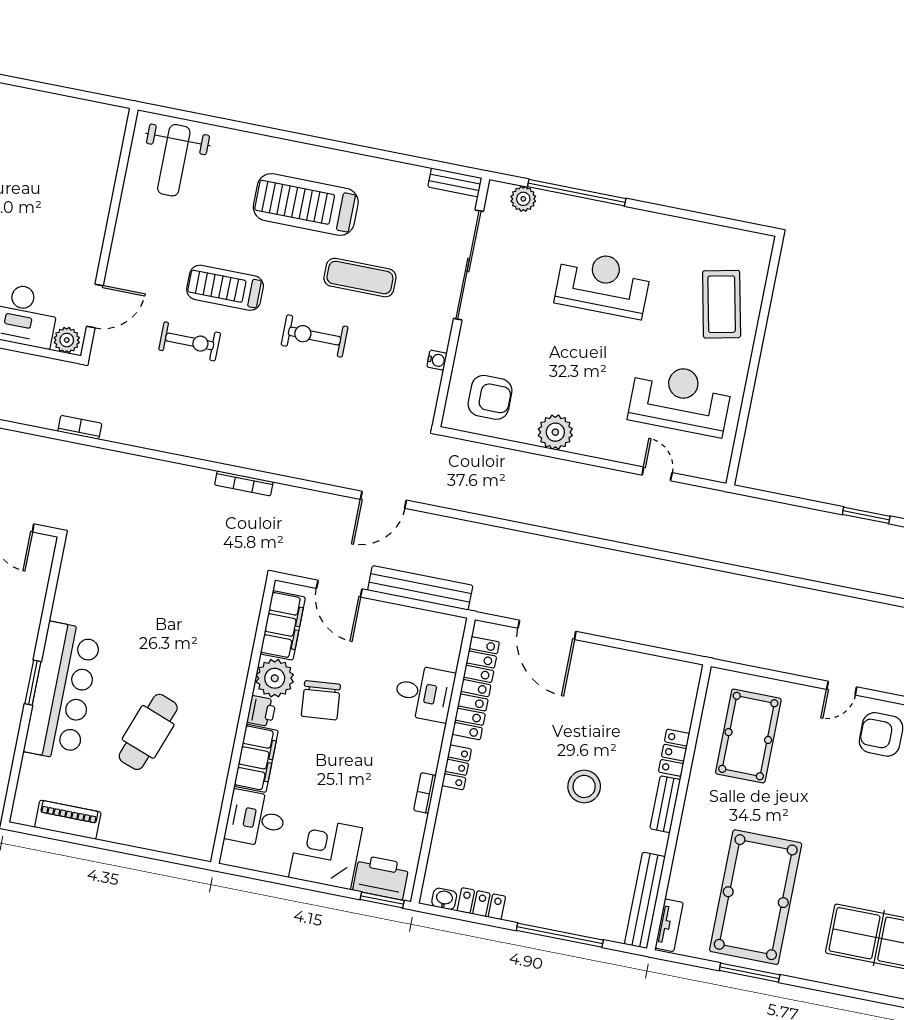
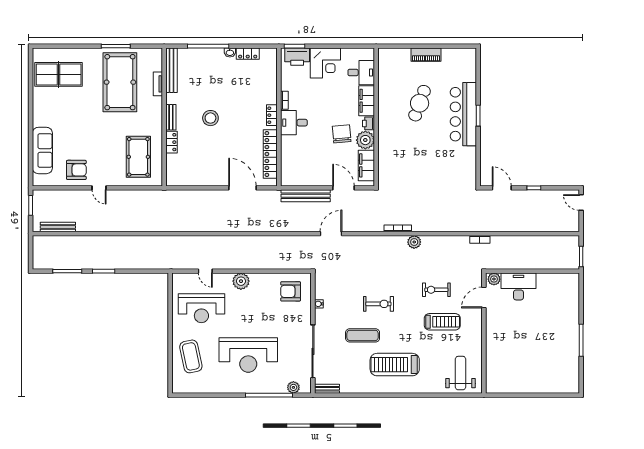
treadmill: (306, 204) -> (395, 365), turned 180
reception desk: (603, 284) -> (248, 355), width x1.36, depth x1.30
treadmill: (225, 288) -> (442, 322), moved
plant: (555, 432) -> (241, 281), moved
plant: (216, 449) -> (414, 242), added
door: (842, 688) -> (99, 188), swing flipped
desk: (424, 693) -> (294, 123), moved
piano: (68, 820) -> (426, 55), moved
washbasin: (444, 899) -> (230, 52), moved
tv unit: (669, 925) -> (158, 84), moved

